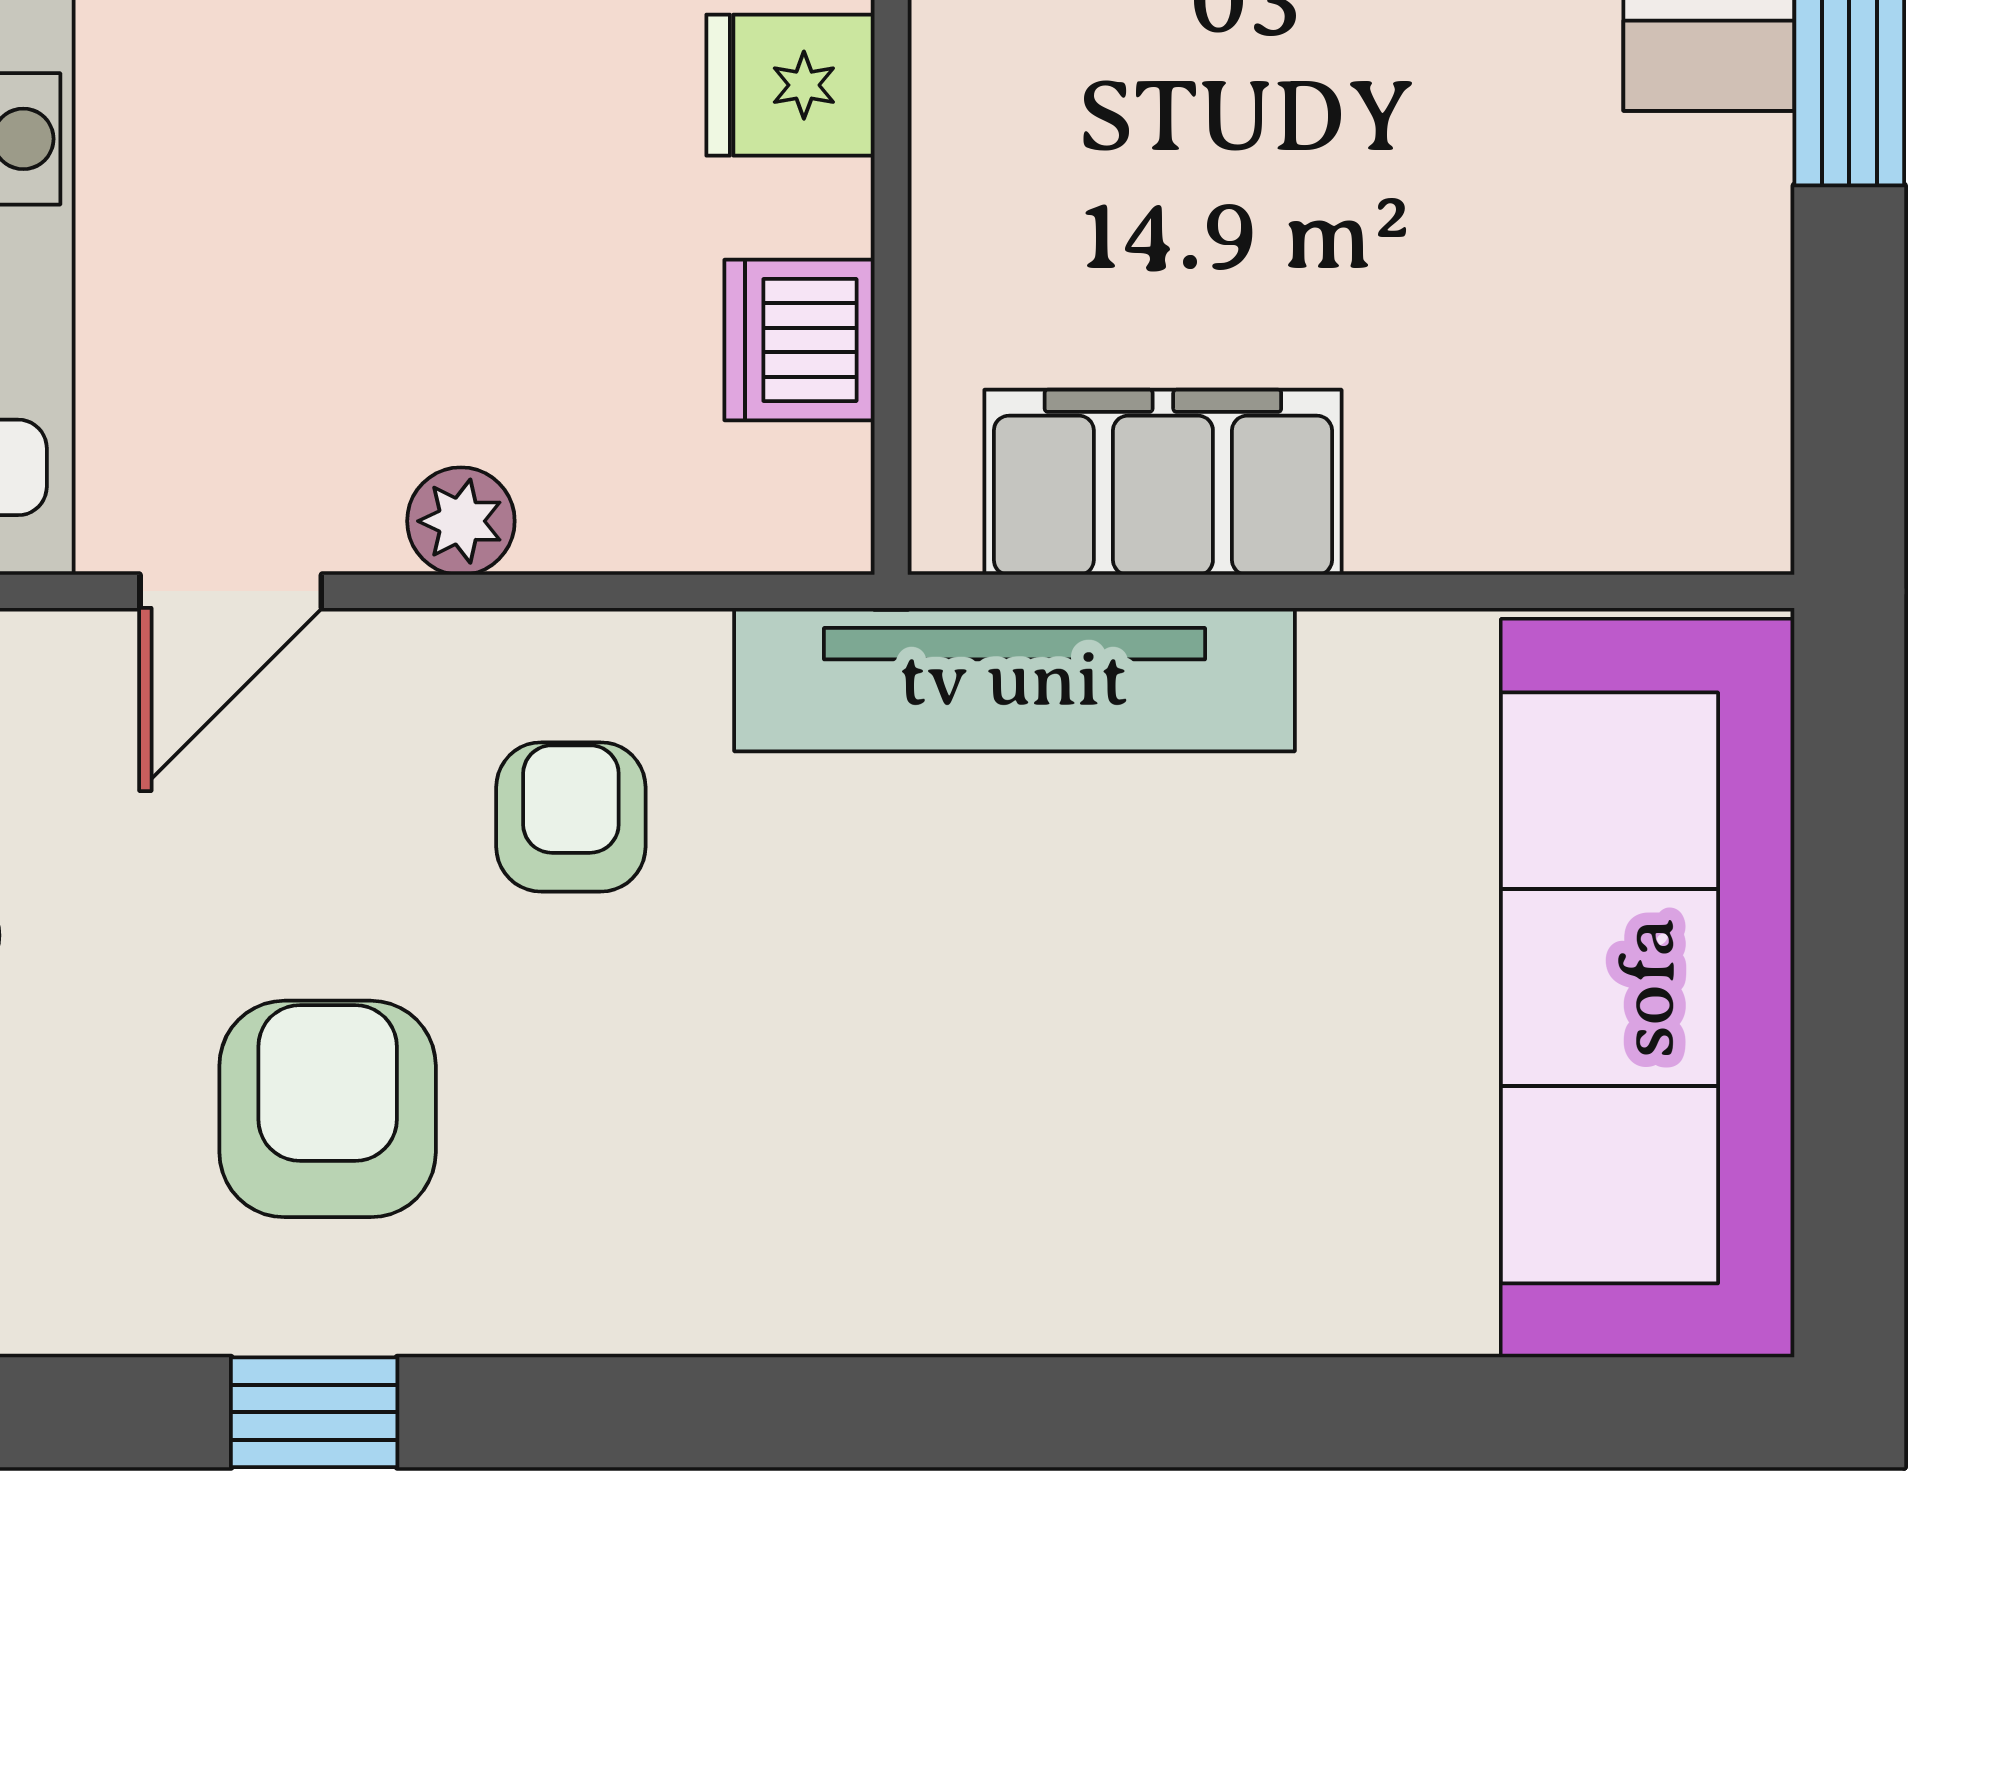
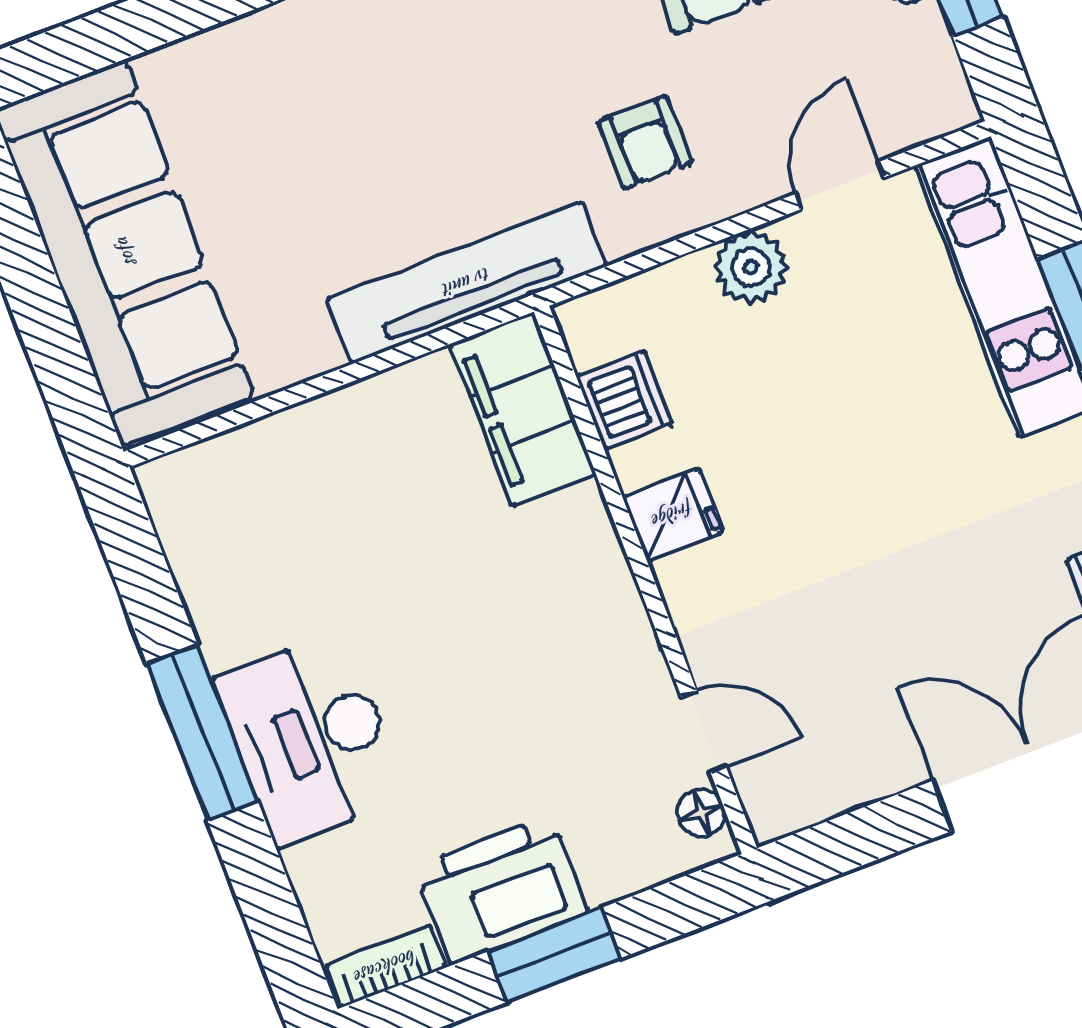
filing cabinet: (1163, 482) -> (523, 409), moved, turned 90
plant: (461, 521) -> (751, 267), width x1.38, depth x1.38

